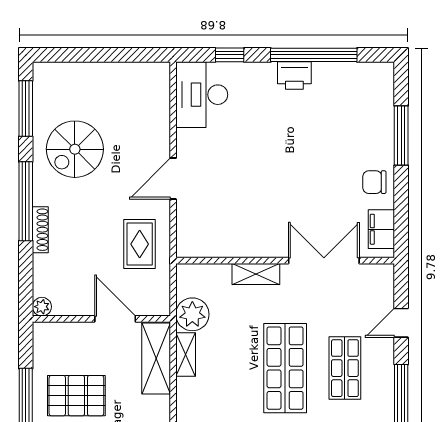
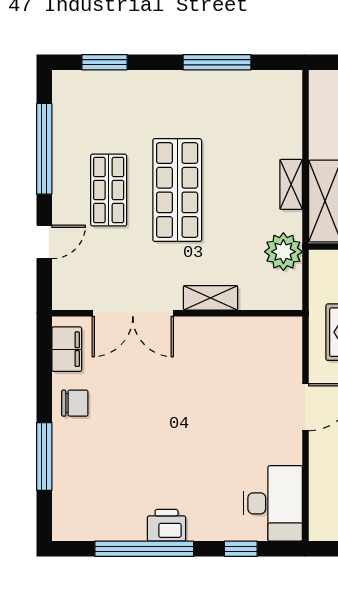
shelving: (186, 355) -> (291, 184), moved

